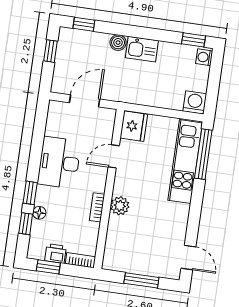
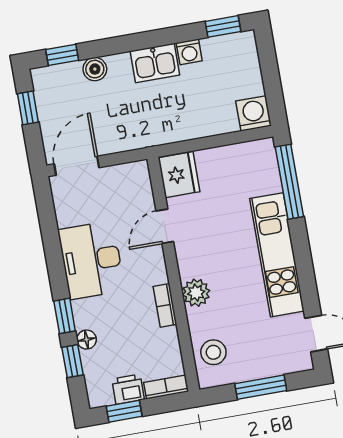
boiler: (118, 43) -> (95, 69), moved
washing machine: (204, 57) -> (189, 52), moved, turned -90
door: (85, 101) -> (77, 166), moved
kitchen unit: (185, 162) -> (277, 255), moved
stool: (118, 248) -> (213, 352), added

